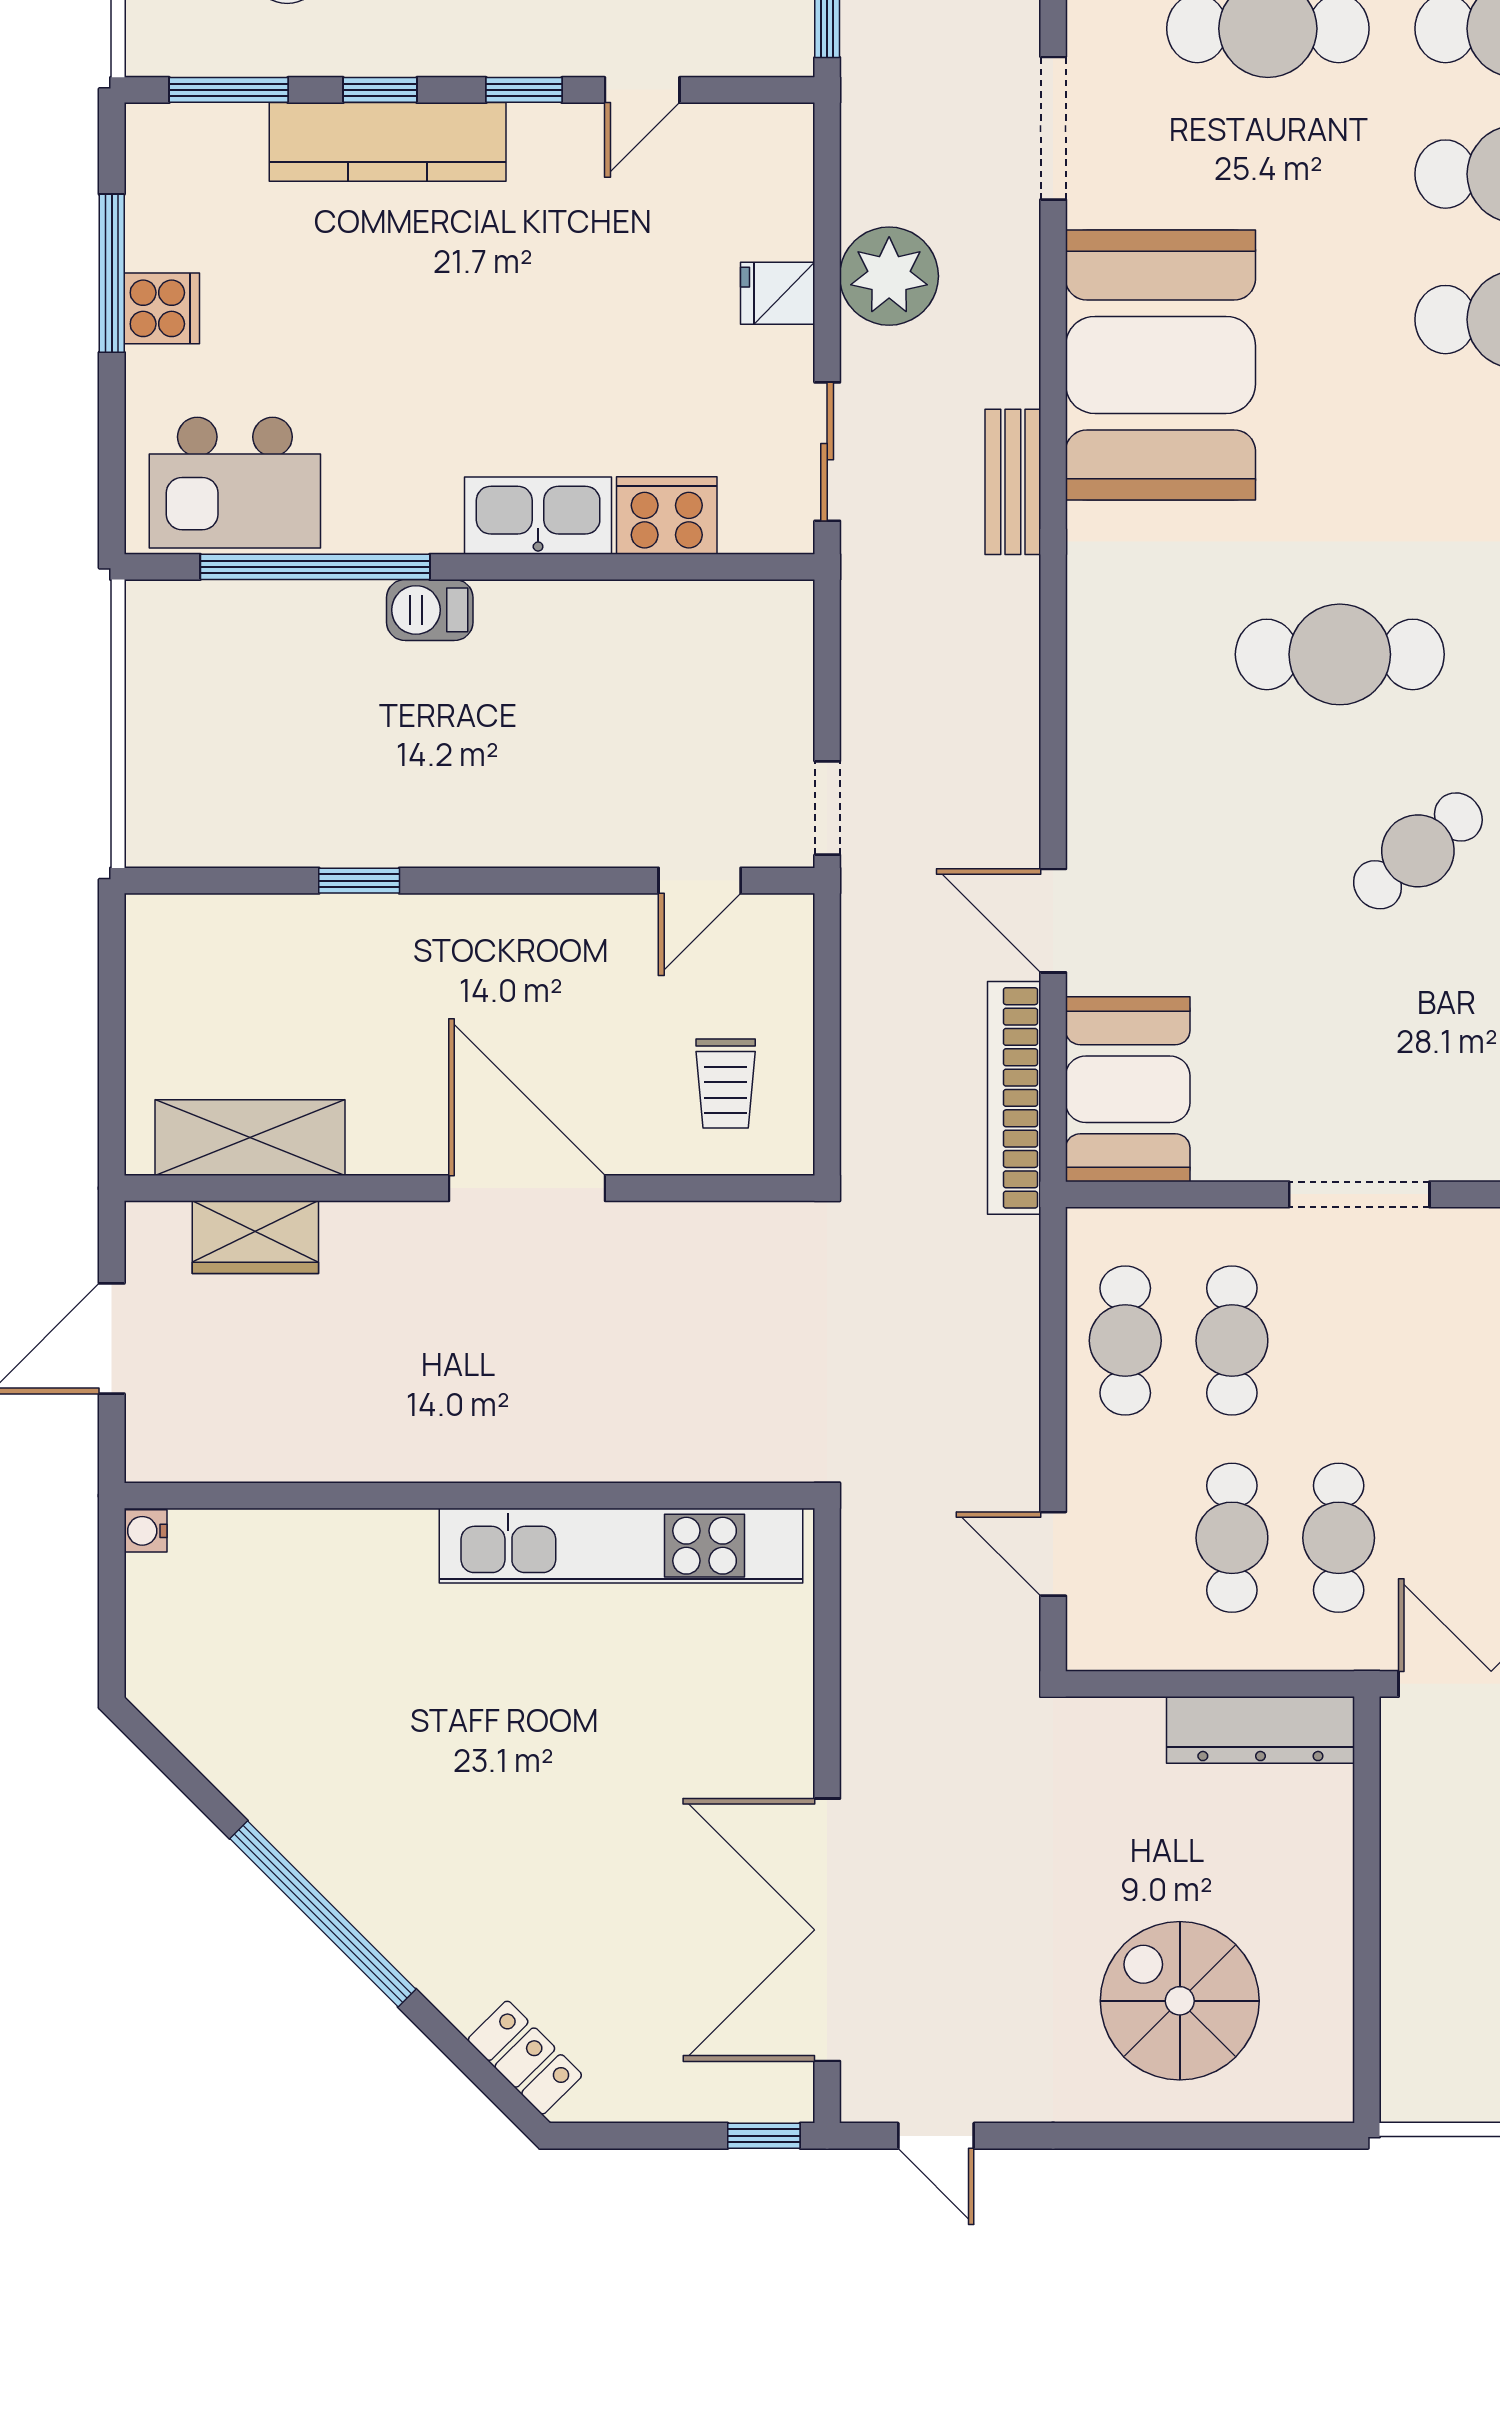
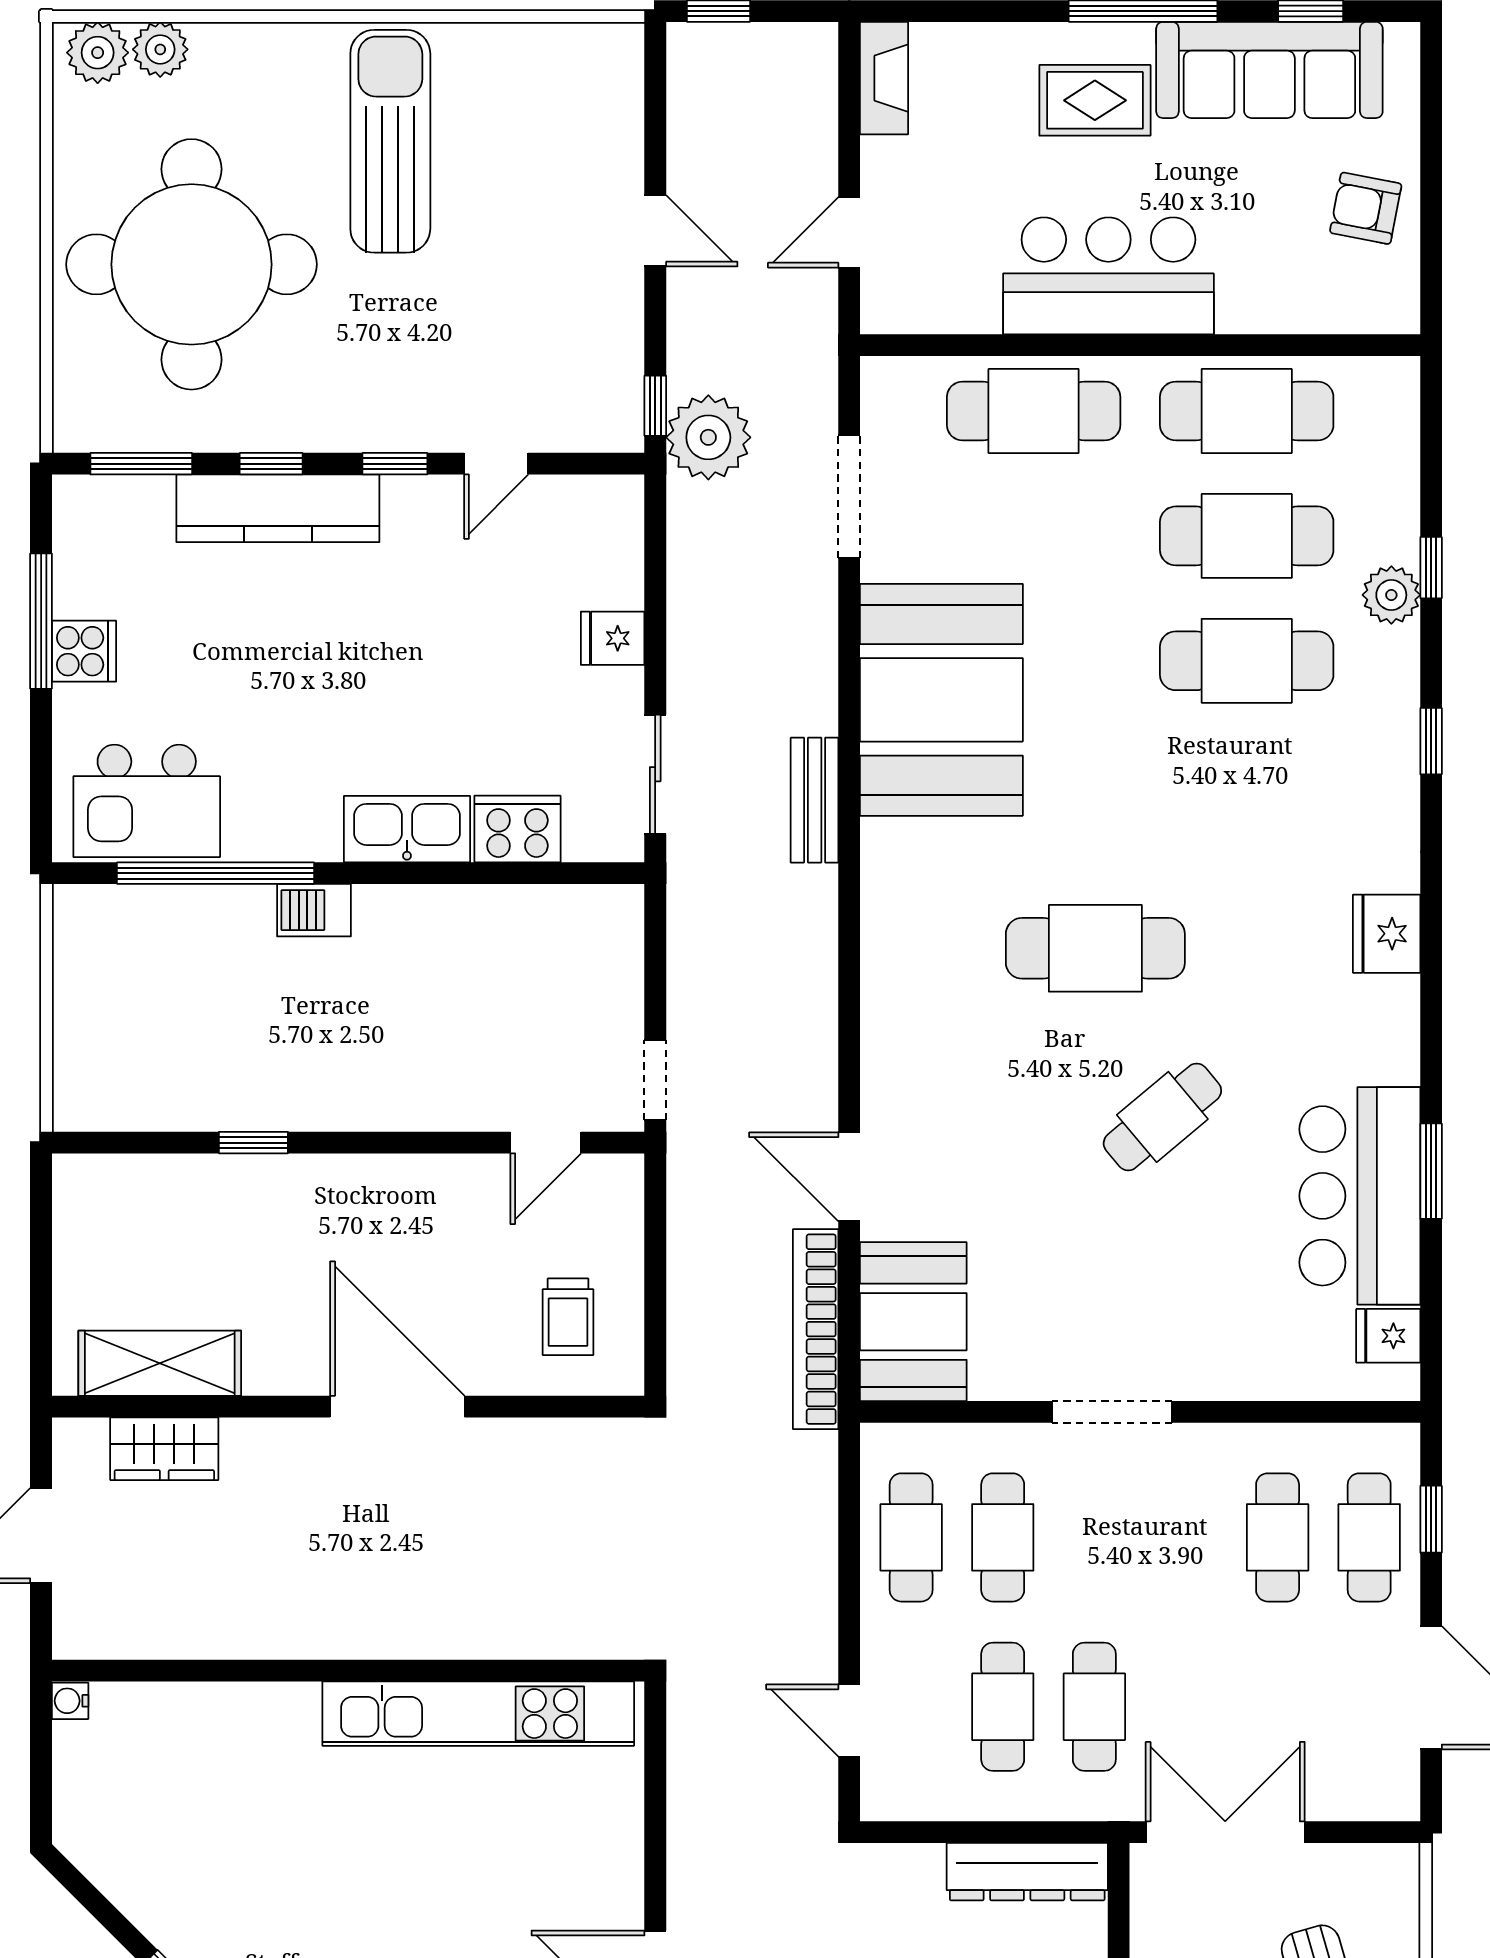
plant: (889, 276) -> (708, 437), moved

